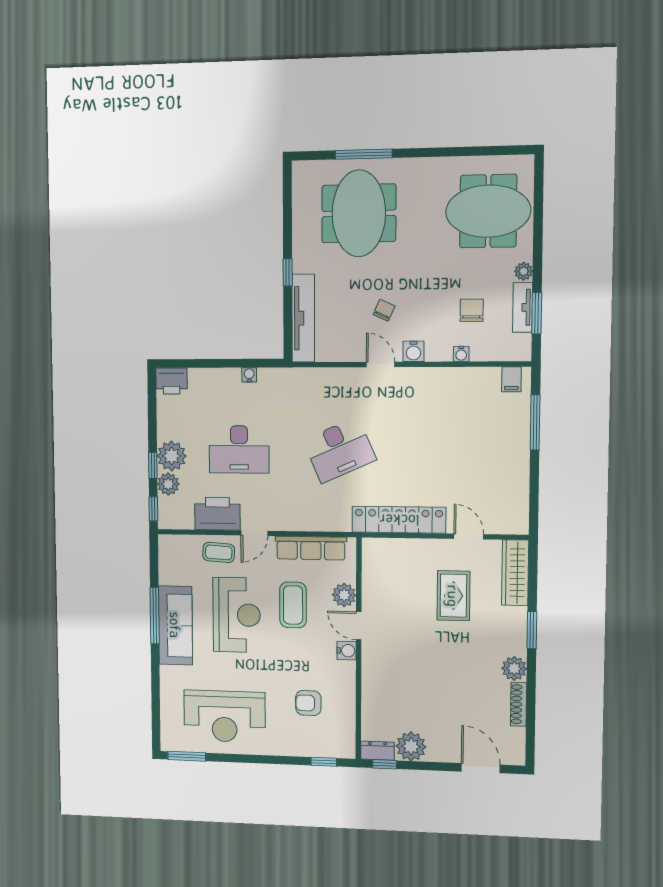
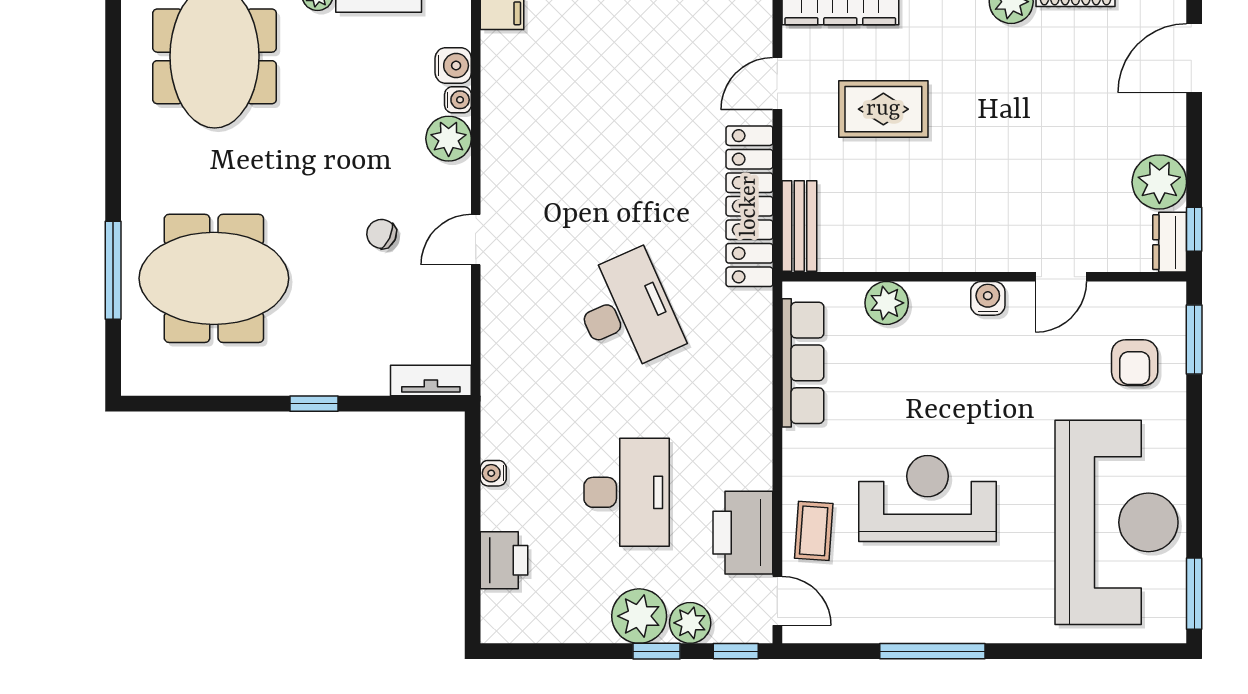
chair: (472, 310) -> (383, 83), removed
tv unit: (303, 318) -> (431, 381), width x0.52, depth x0.78
plant: (439, 349) -> (449, 139), added
water cooler: (413, 351) -> (453, 66), moved
printer: (171, 381) -> (504, 560), moved
door: (254, 533) -> (777, 601), moved
bench: (387, 547) -> (799, 226), added
coffee table: (293, 605) -> (907, 395), removed
sofa: (175, 625) -> (950, 612), removed
door: (359, 626) -> (1061, 277), moved
armchair: (308, 703) -> (1135, 363), moved
reception desk: (224, 716) -> (1116, 522), width x1.36, depth x1.30
window: (324, 762) -> (1194, 339), width x1.50

